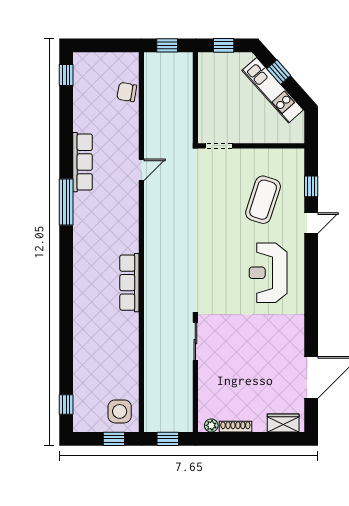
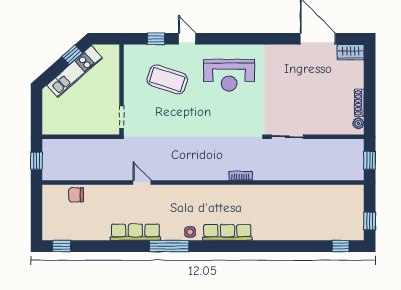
window: (224, 45) -> (37, 113), removed
window: (279, 72) -> (72, 55), moved
chair: (127, 92) -> (76, 195), turned 80
row of seats: (129, 283) -> (227, 232), moved, turned 180
bookcase: (149, 286) -> (240, 176), added
side table: (120, 411) -> (190, 232), moved, width x0.54, depth x0.54
wardrobe: (283, 423) -> (351, 52), moved, turned -90
window: (114, 439) -> (370, 221), moved

